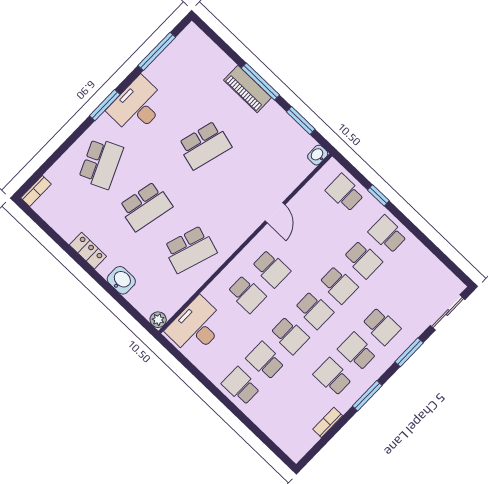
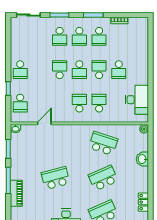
piano: (248, 89) -> (16, 193), moved
school desk: (205, 145) -> (56, 178), turned -30
school desk: (146, 206) -> (103, 178), turned -36
door: (275, 213) -> (44, 123), moved
locker: (88, 251) -> (143, 202), moved
school desk: (363, 259) -> (40, 70), removed
school desk: (314, 310) -> (79, 70), turned 180
school desk: (382, 326) -> (60, 36), turned 180
desk: (196, 327) -> (137, 100), moved, turned -90
school desk: (241, 386) -> (139, 70), removed

